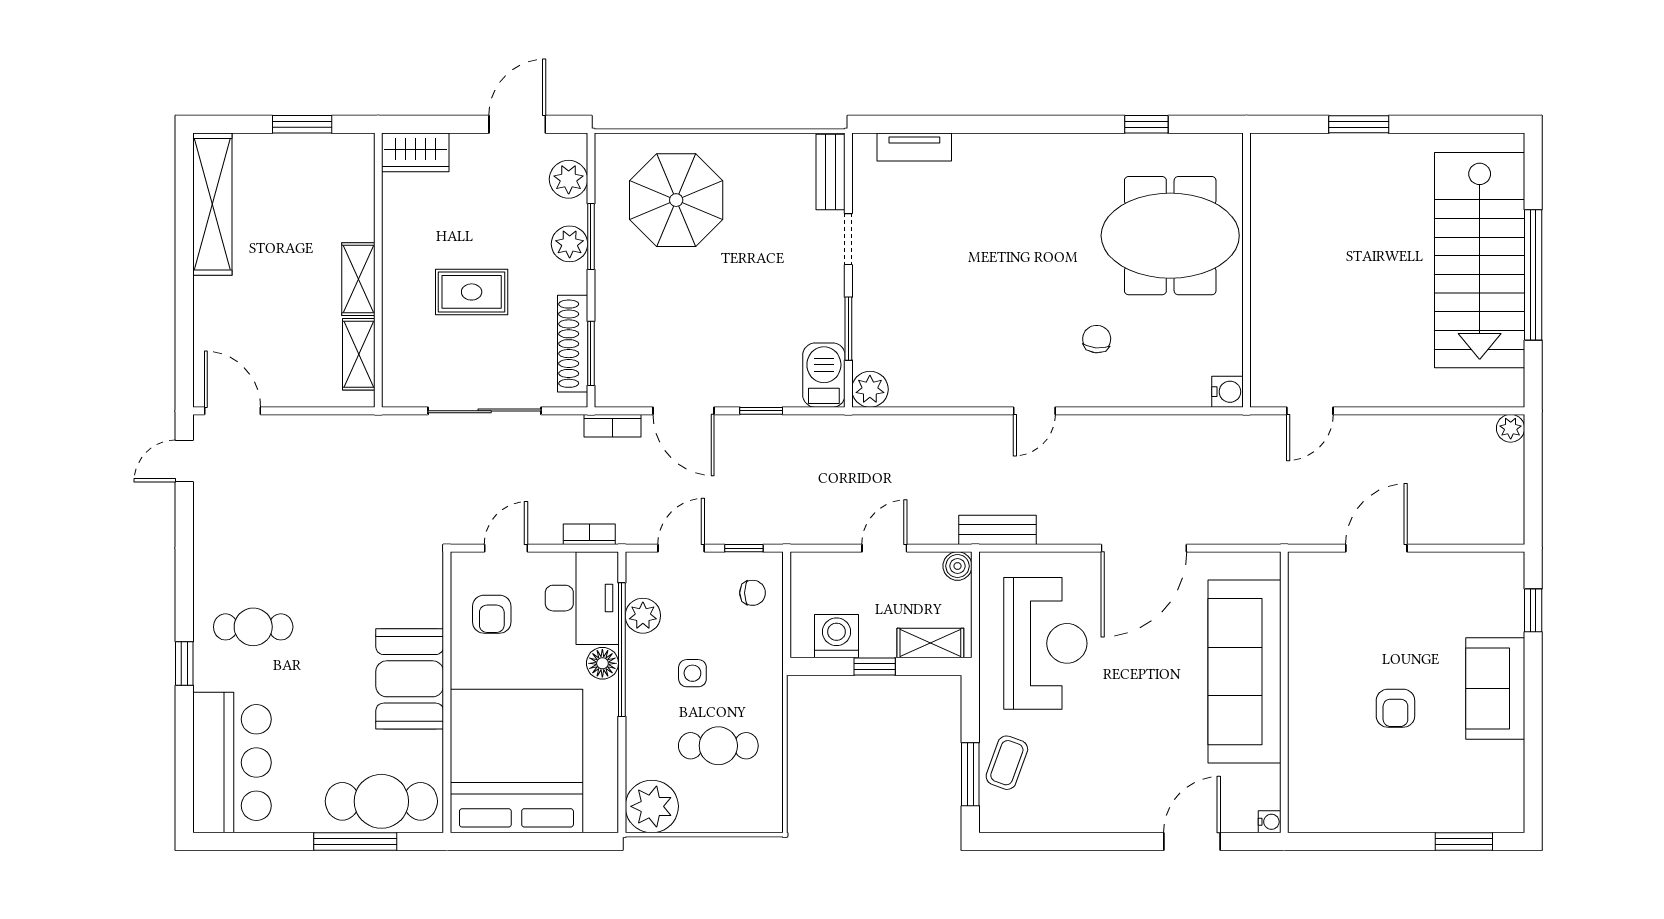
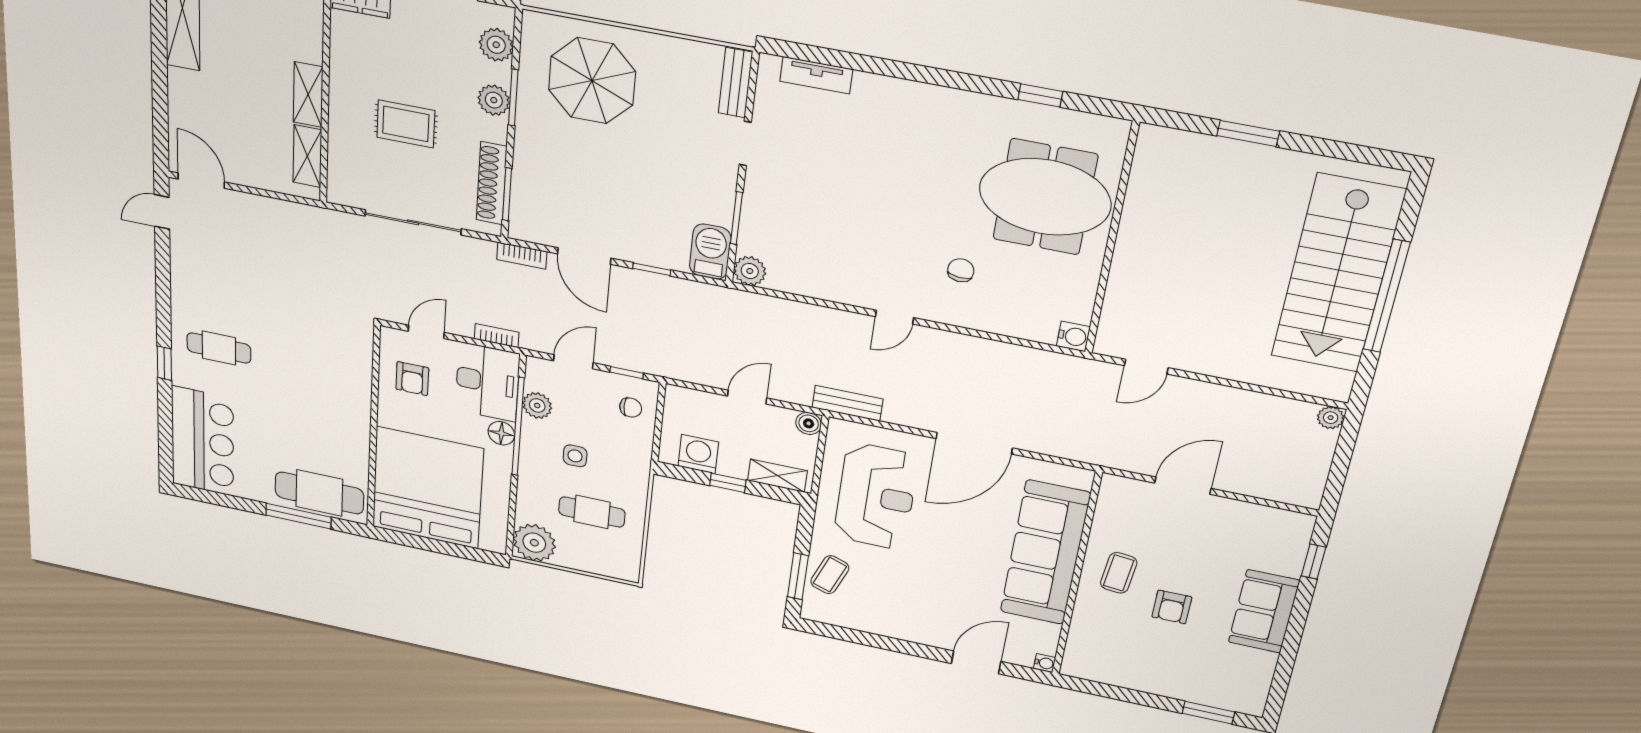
coffee table: (1329, 678) -> (1119, 573), added
booth: (410, 679) -> (344, 412), removed

